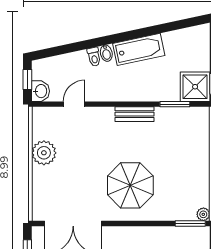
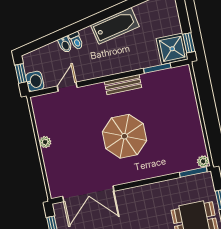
bidet: (106, 53) -> (65, 45), moved
plant: (44, 153) -> (45, 142), width x0.53, depth x0.53
parasol: (130, 185) -> (124, 136), moved

